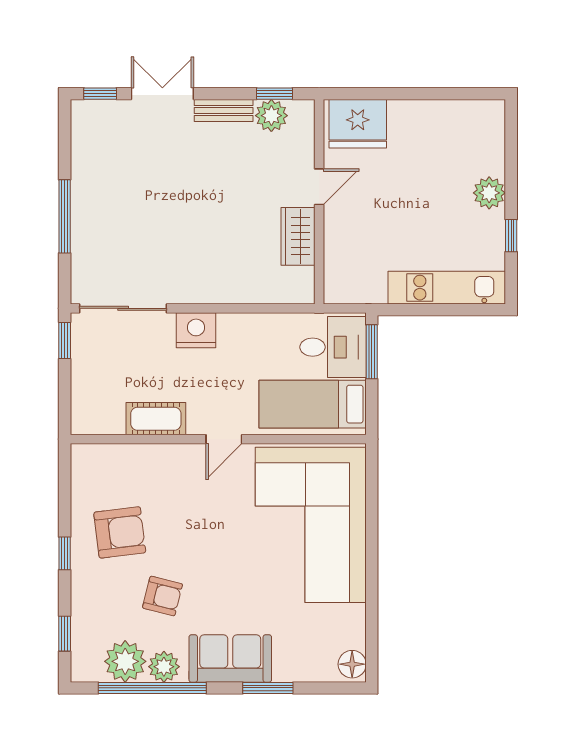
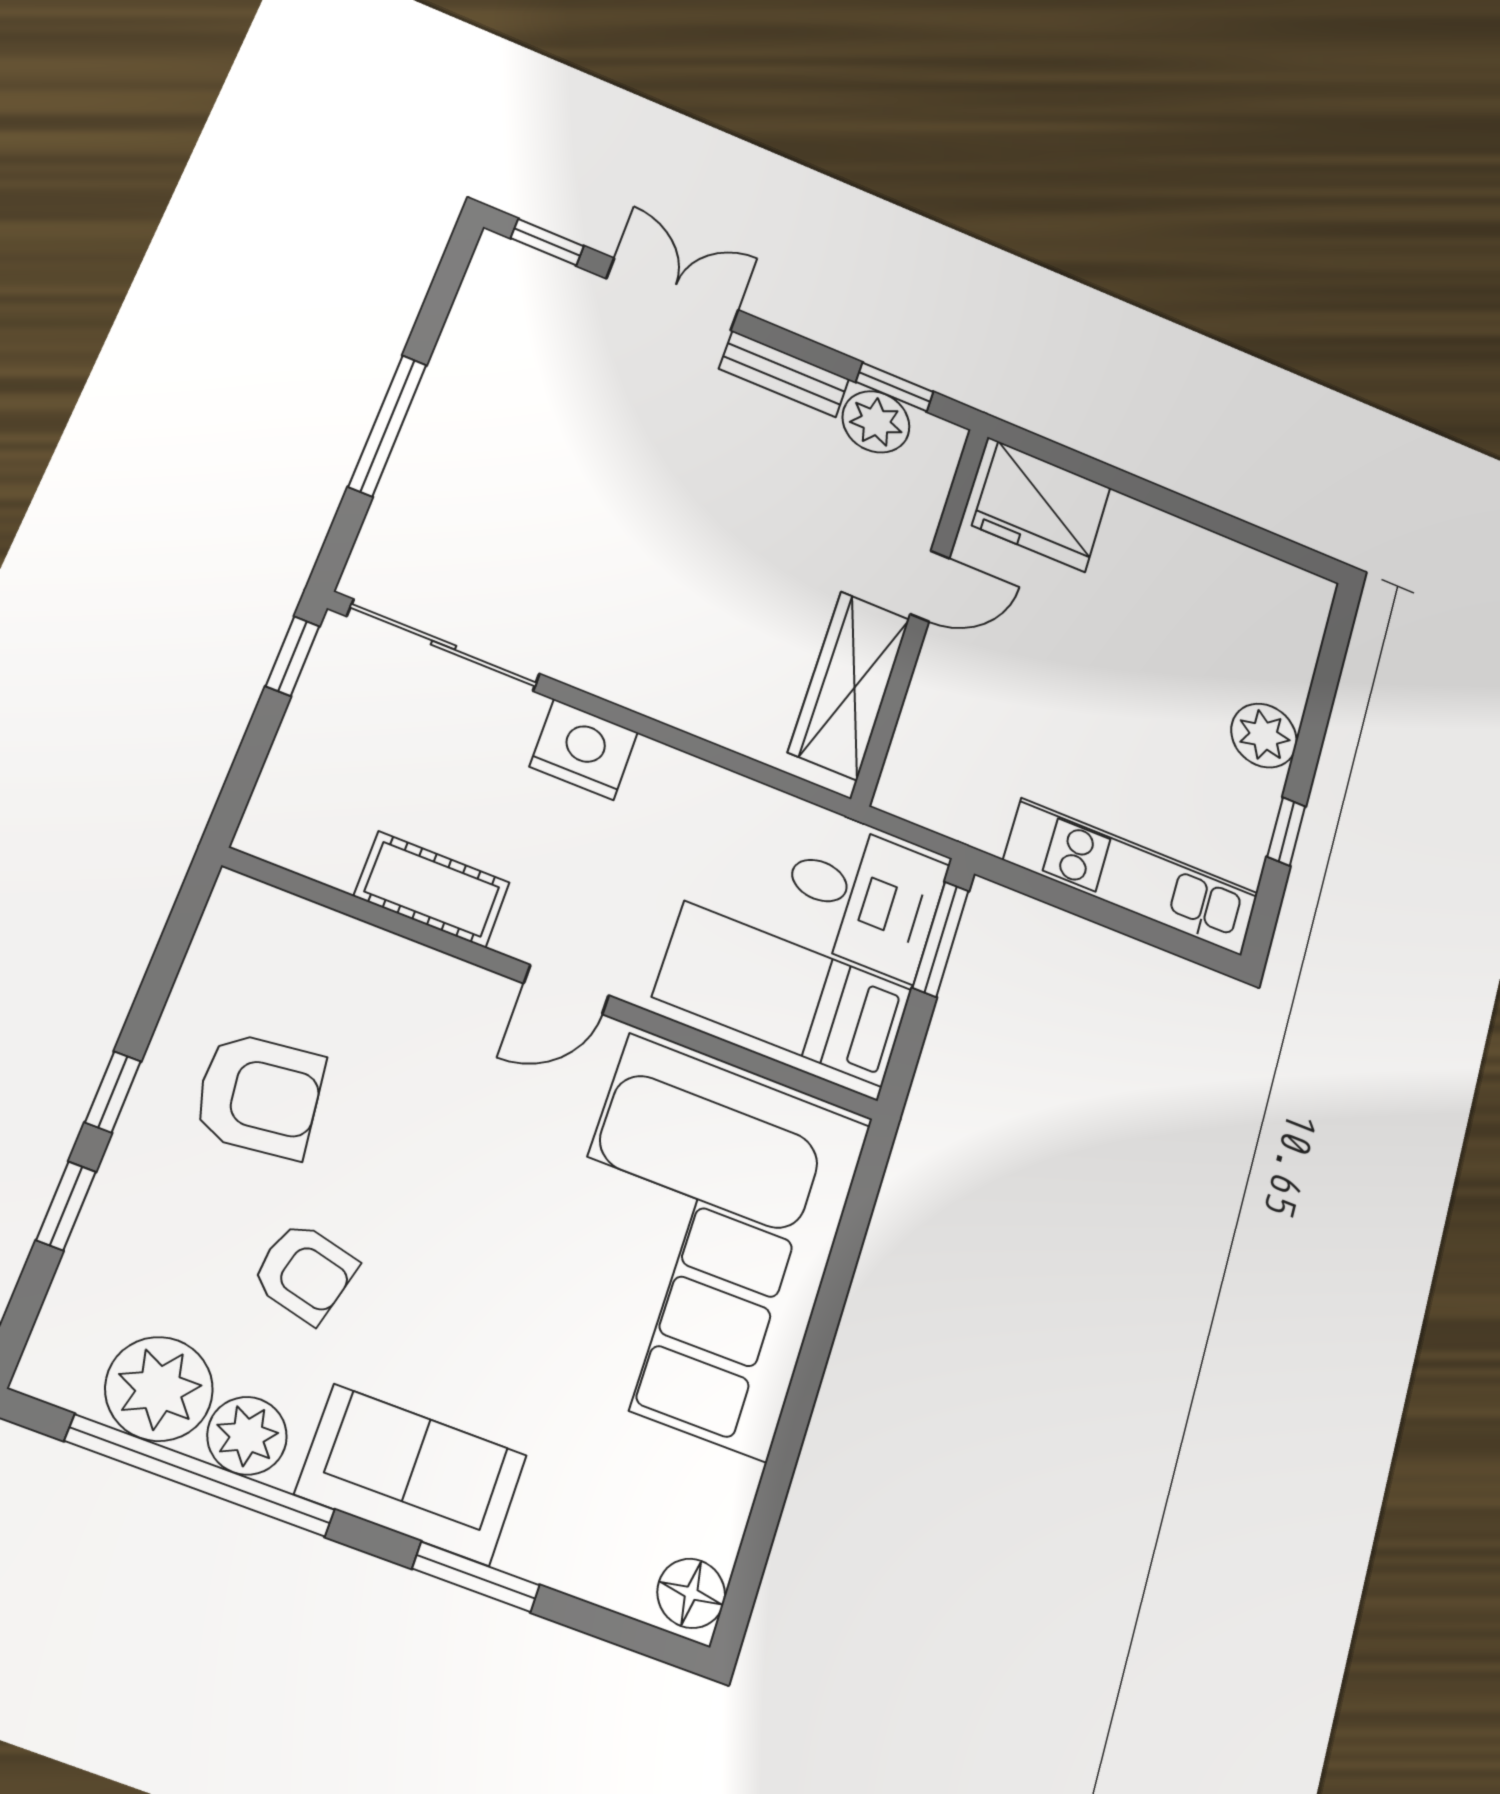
wardrobe: (298, 236) -> (849, 685), width x1.50
window: (65, 634) -> (66, 1206), moved

